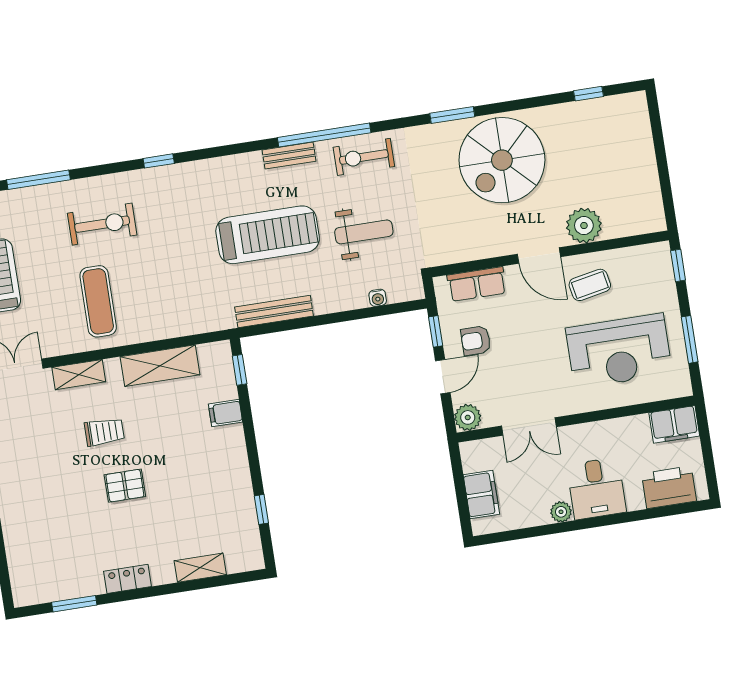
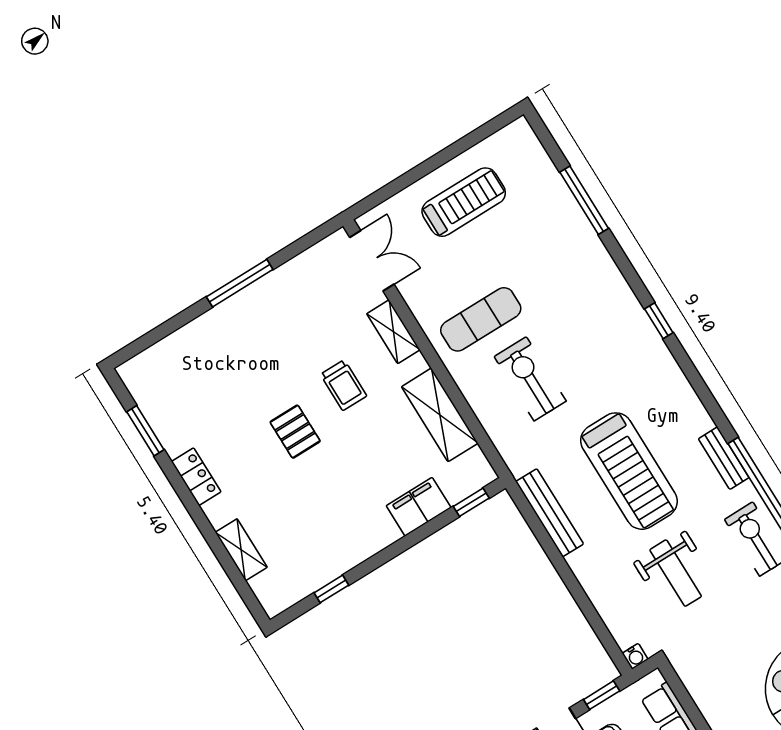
exercise bike: (102, 224) -> (530, 379), moved, turned 180
water cooler: (378, 298) -> (635, 656), moved, turned -90
filing cabinet: (226, 413) -> (419, 507), width x2.00

